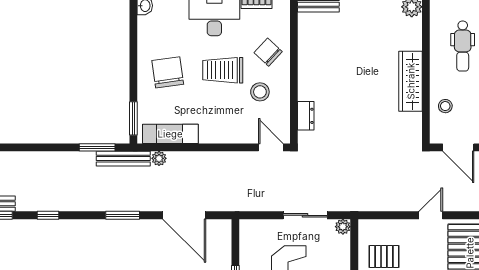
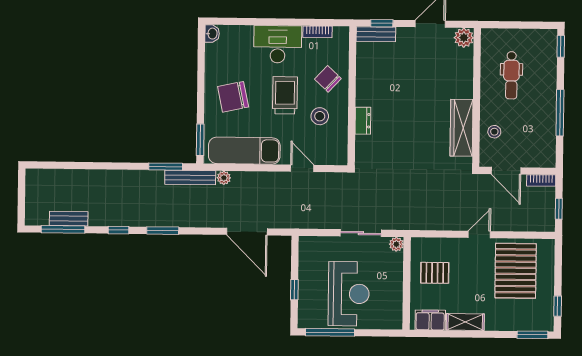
trolley: (223, 70) -> (285, 95), turned 90
chair: (168, 72) -> (233, 97), turned -94
wardrobe: (411, 81) -> (462, 128), moved
dresser: (306, 116) -> (363, 121), moved
exam couch: (170, 134) -> (244, 151), width x1.36, depth x1.45
door: (271, 147) -> (302, 168), moved
window: (123, 215) -> (163, 231), moved

